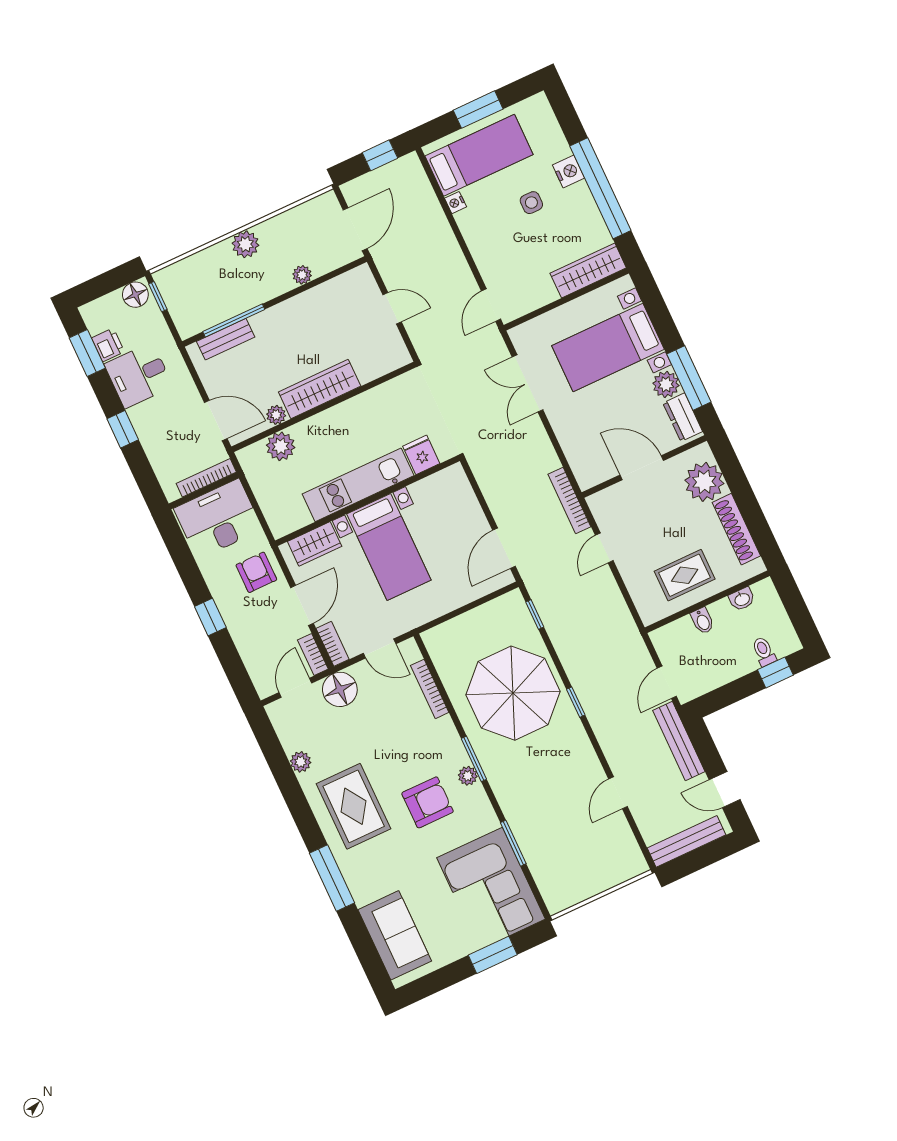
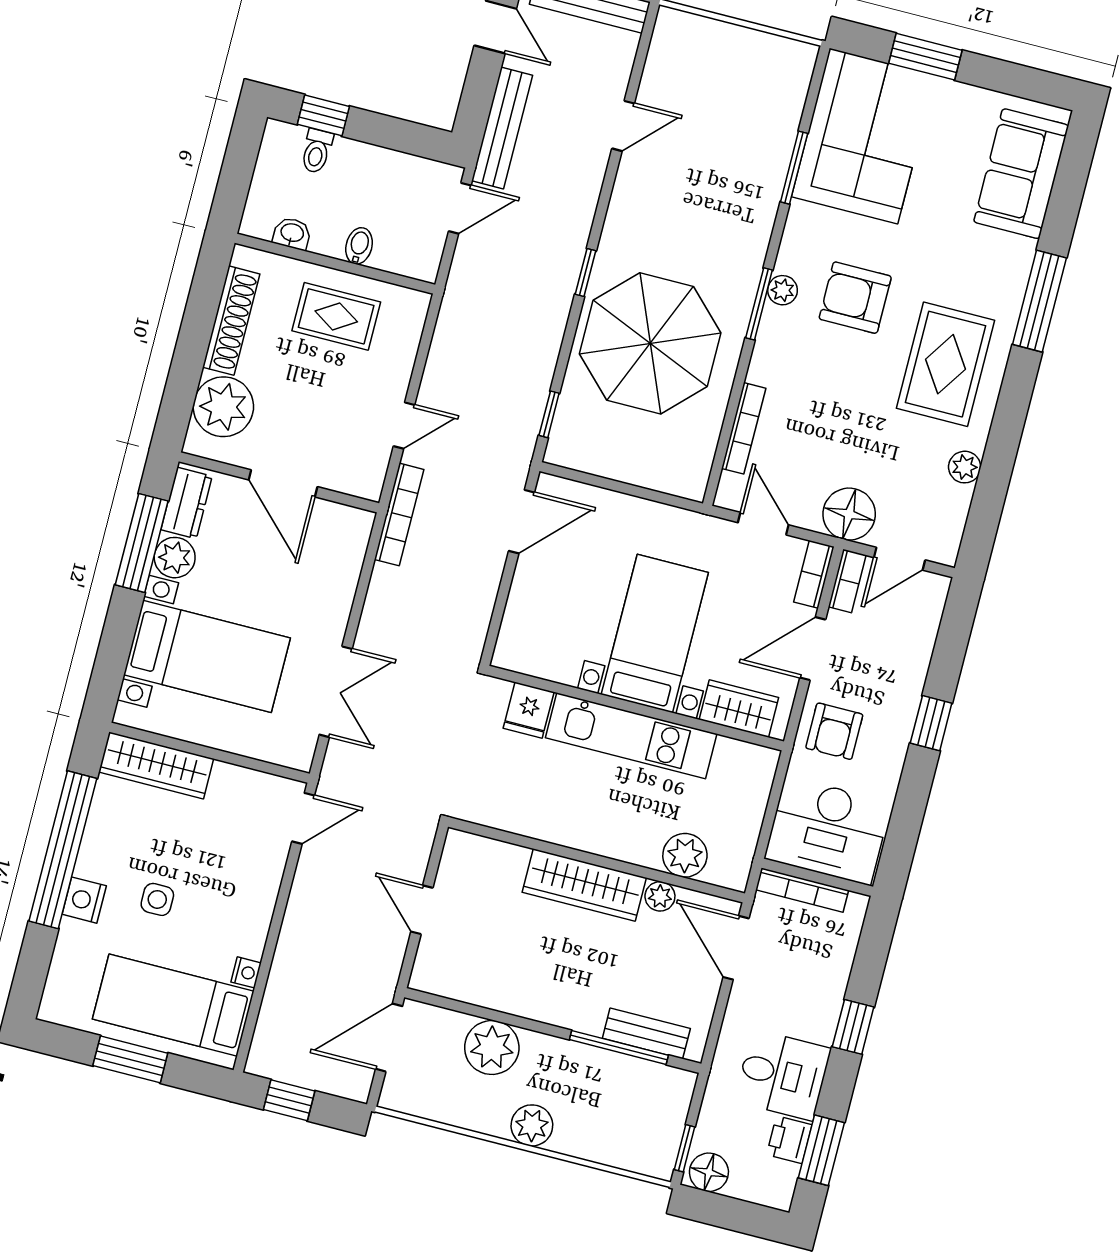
plant: (302, 275) -> (492, 1048), width x1.87, depth x1.87

